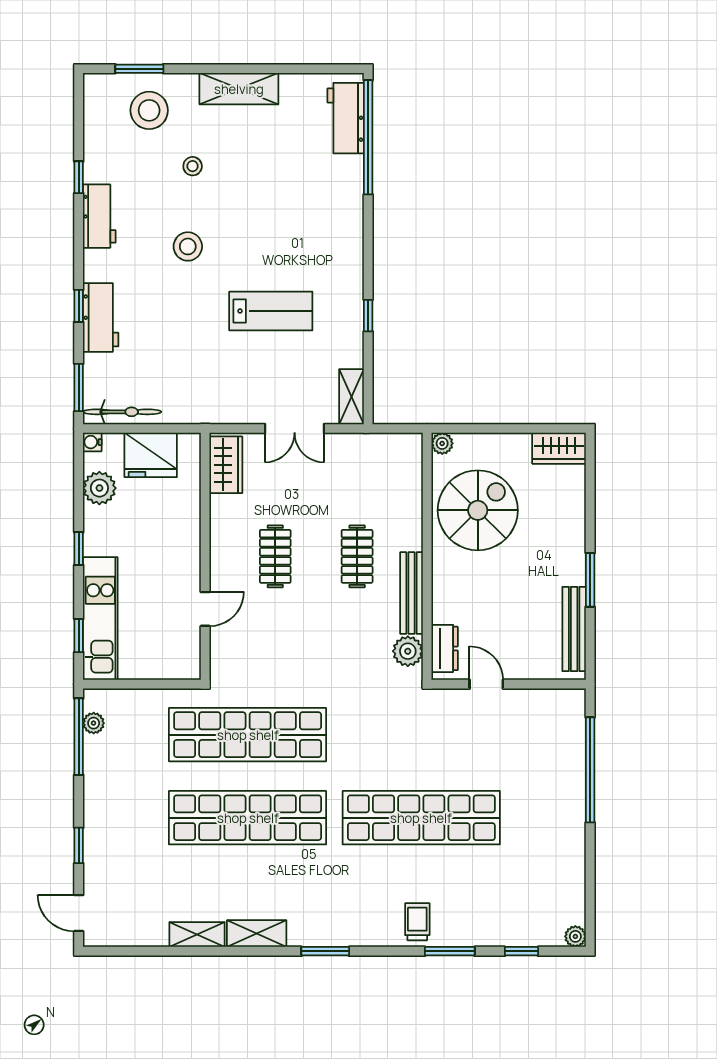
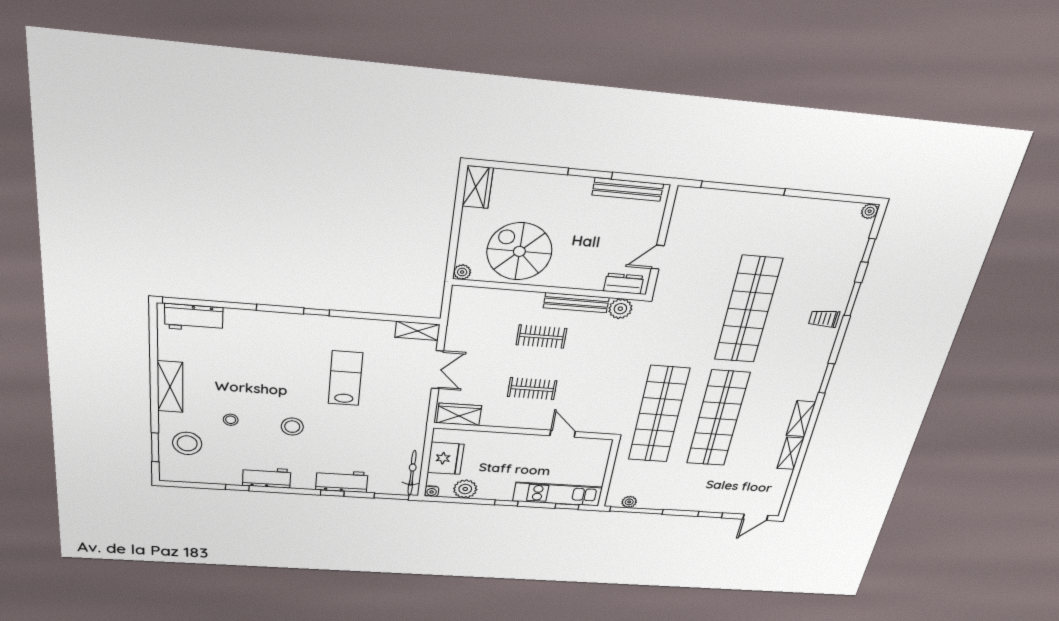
window: (368, 316) -> (317, 312), moved

